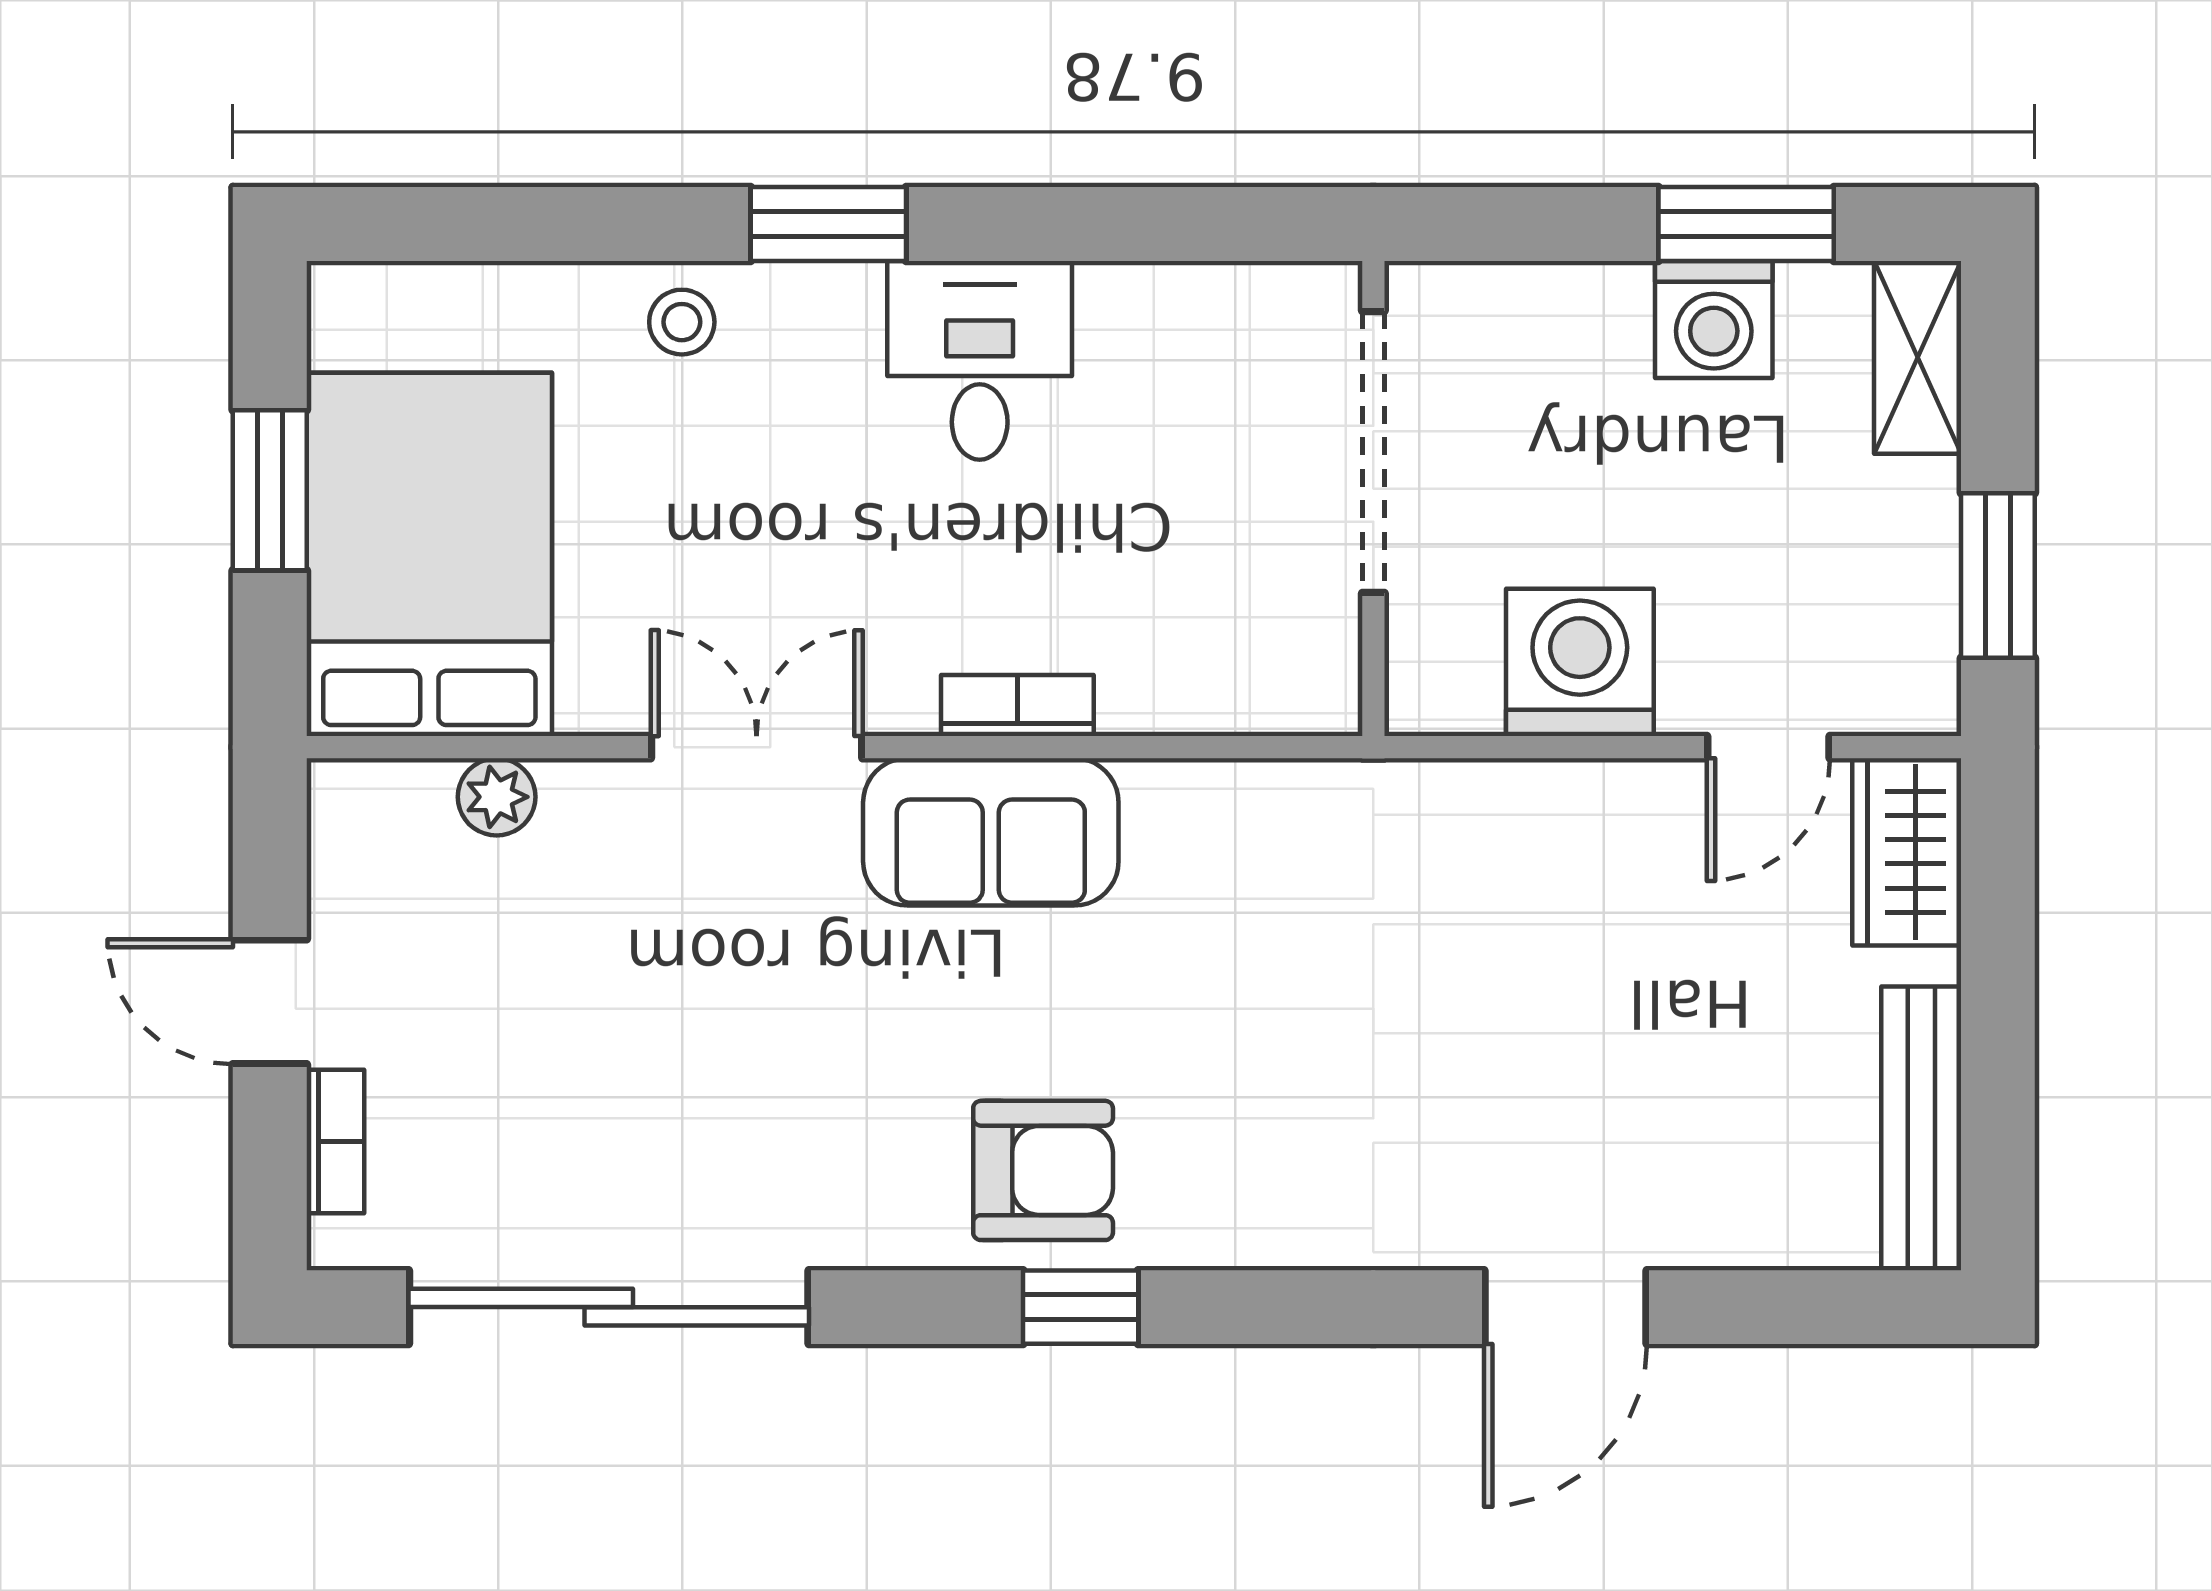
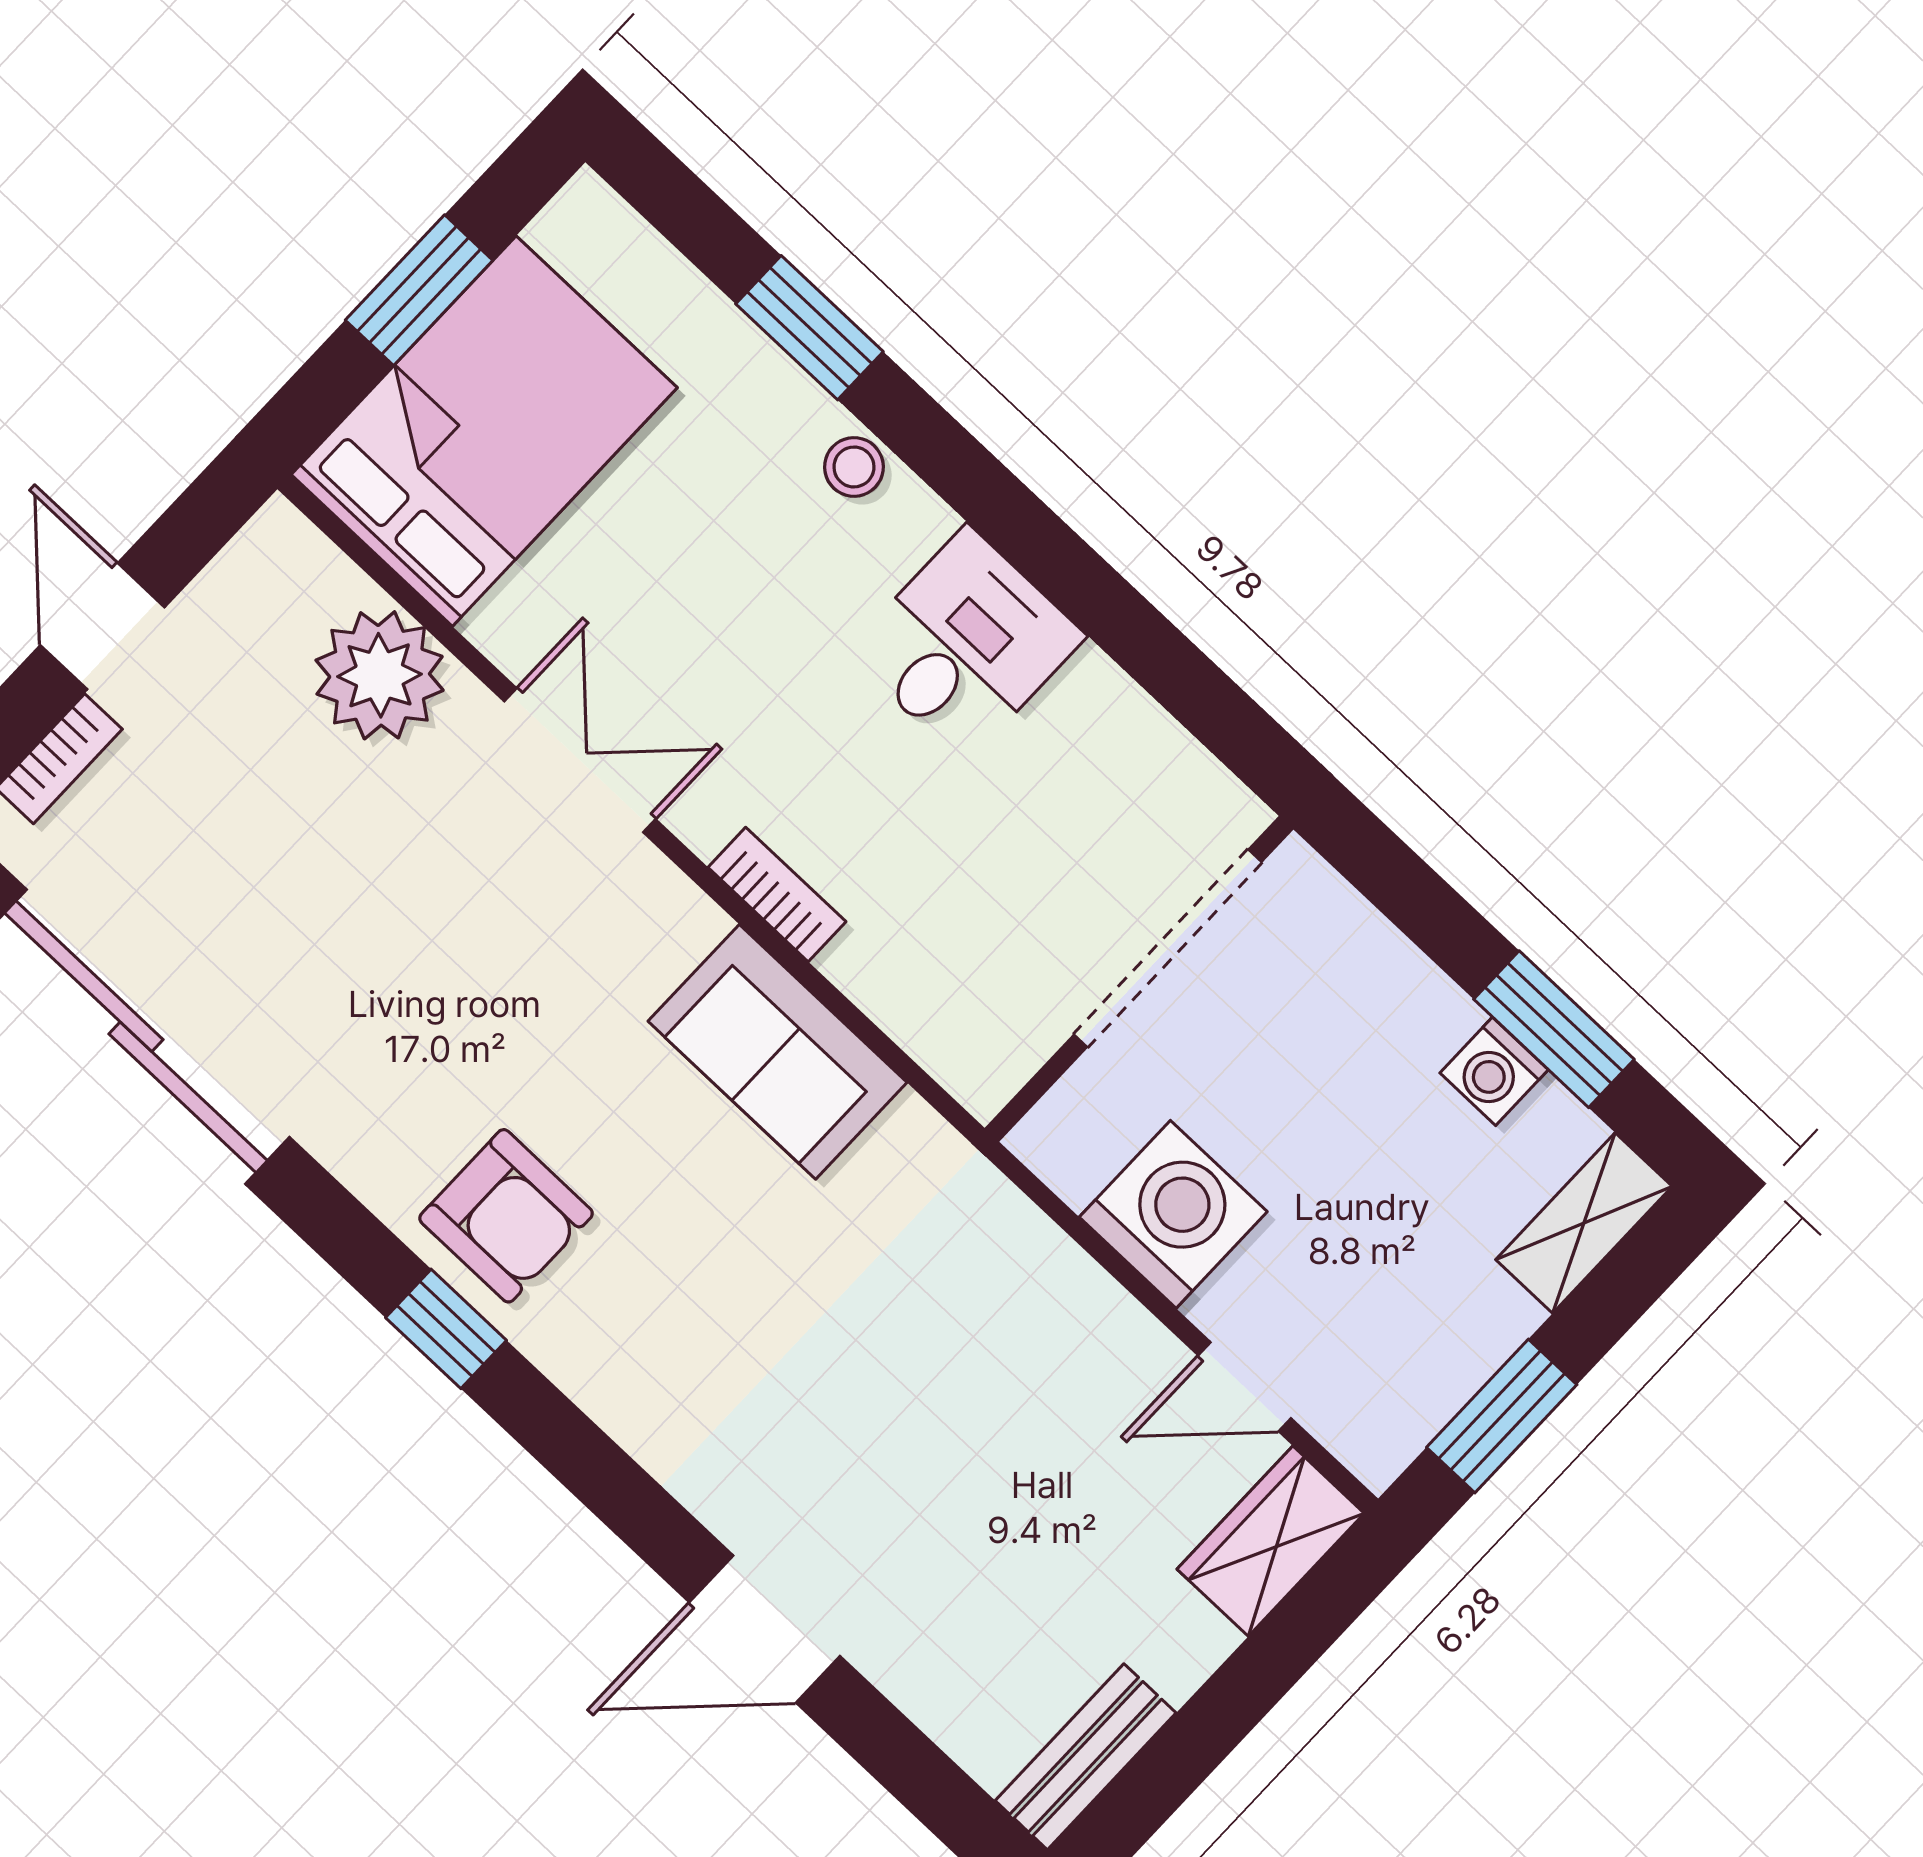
window: (828, 224) -> (809, 328), moved
washing machine: (1714, 319) -> (1494, 1071), width x0.73, depth x0.73
stool: (682, 322) -> (854, 467), moved
plant: (497, 797) -> (380, 675), width x1.88, depth x1.88
sofa: (991, 832) -> (777, 1052), moved
bench: (1921, 1128) -> (1086, 1757), width x0.73

